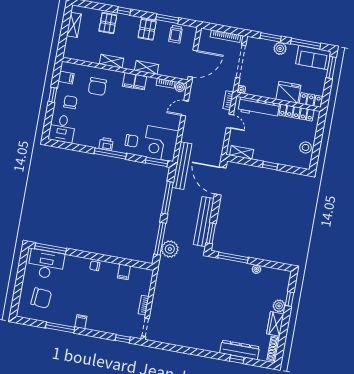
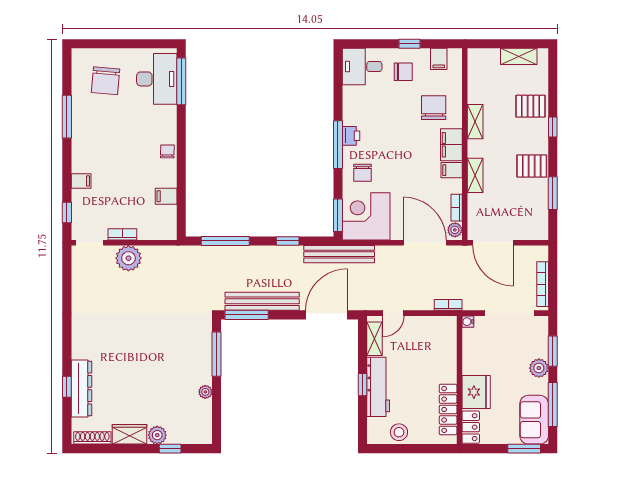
trolley: (176, 34) -> (532, 209), removed
filing cabinet: (129, 80) -> (451, 145), width x2.00
chair: (97, 87) -> (434, 108), turned 90
door: (185, 108) -> (425, 243), width x1.87
workbench: (259, 108) -> (378, 387), moved, turned 180
door: (230, 121) -> (393, 313), moved
window: (167, 198) -> (288, 241), width x0.46
window: (211, 233) -> (247, 315), width x1.44
plant: (170, 249) -> (128, 258), moved
filing cabinet: (81, 322) -> (81, 181), moved

